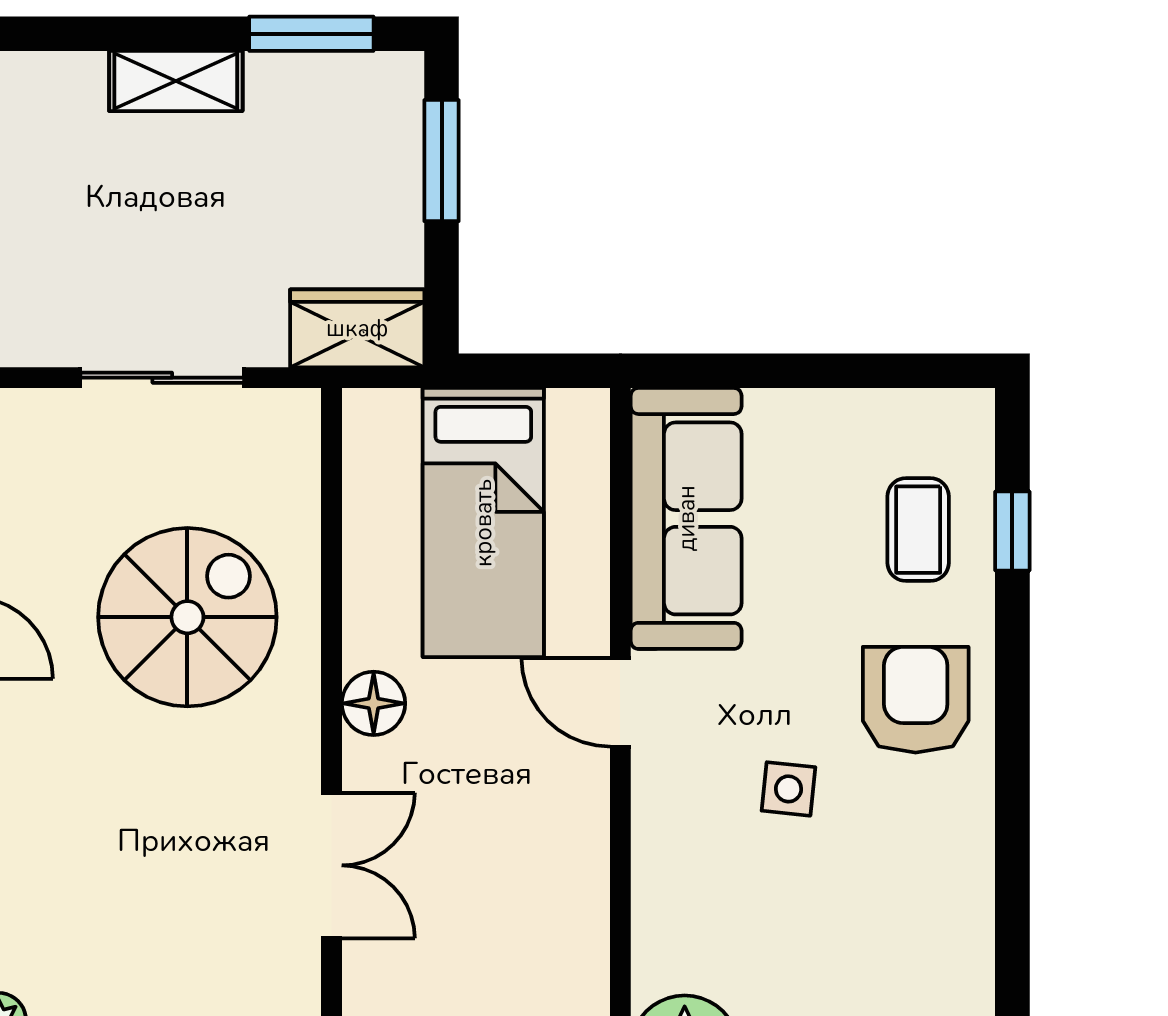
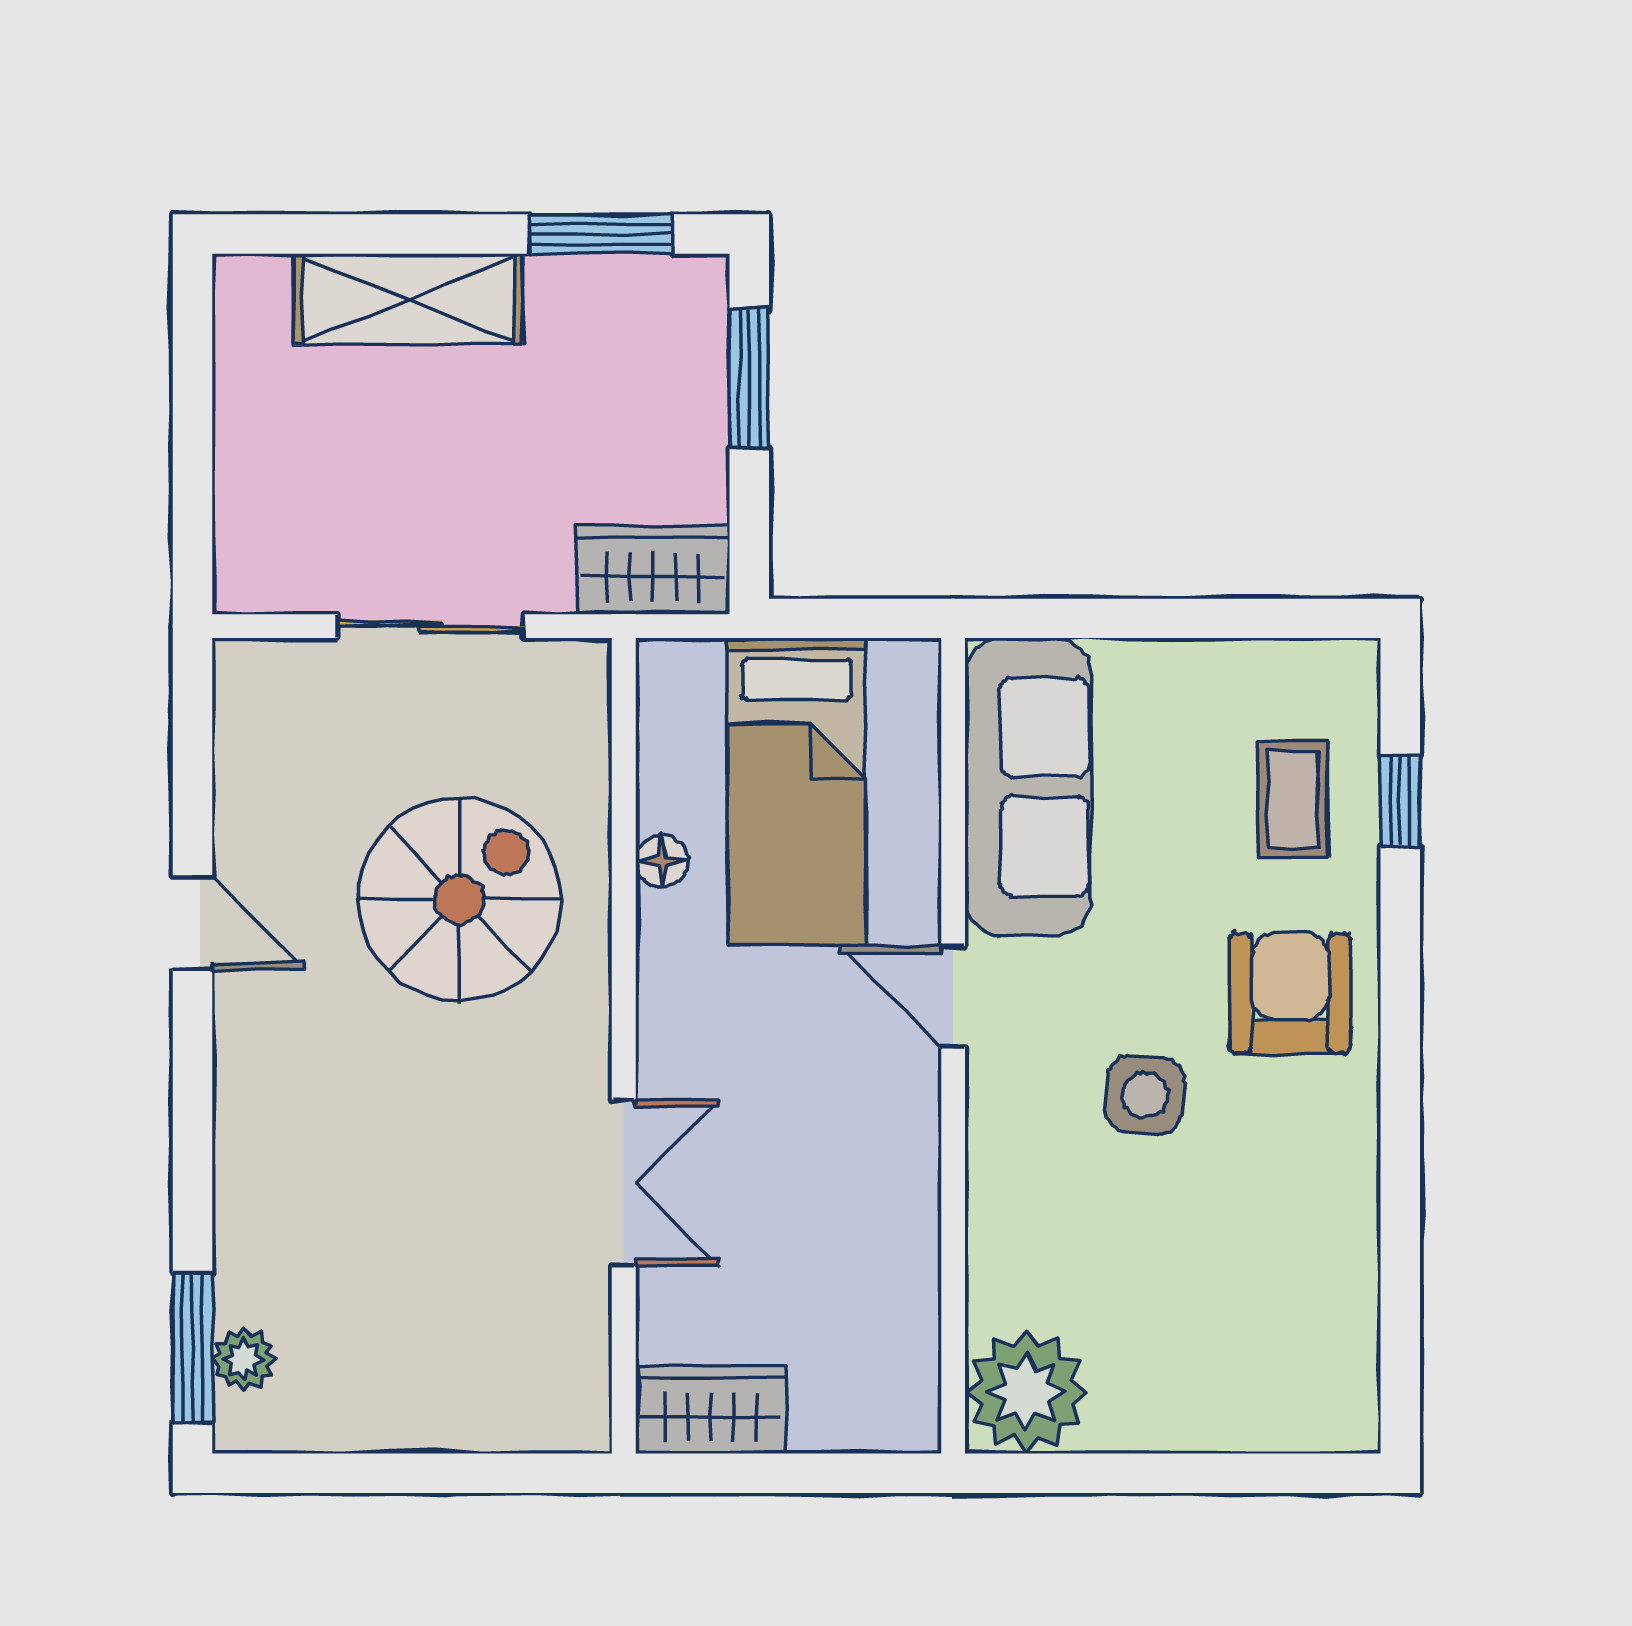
shelving: (176, 81) -> (408, 299), width x1.50, depth x1.33
floor lamp: (374, 703) -> (662, 861), moved, width x0.73, depth x0.73
side table: (788, 789) -> (1145, 1095), width x1.37, depth x1.37

